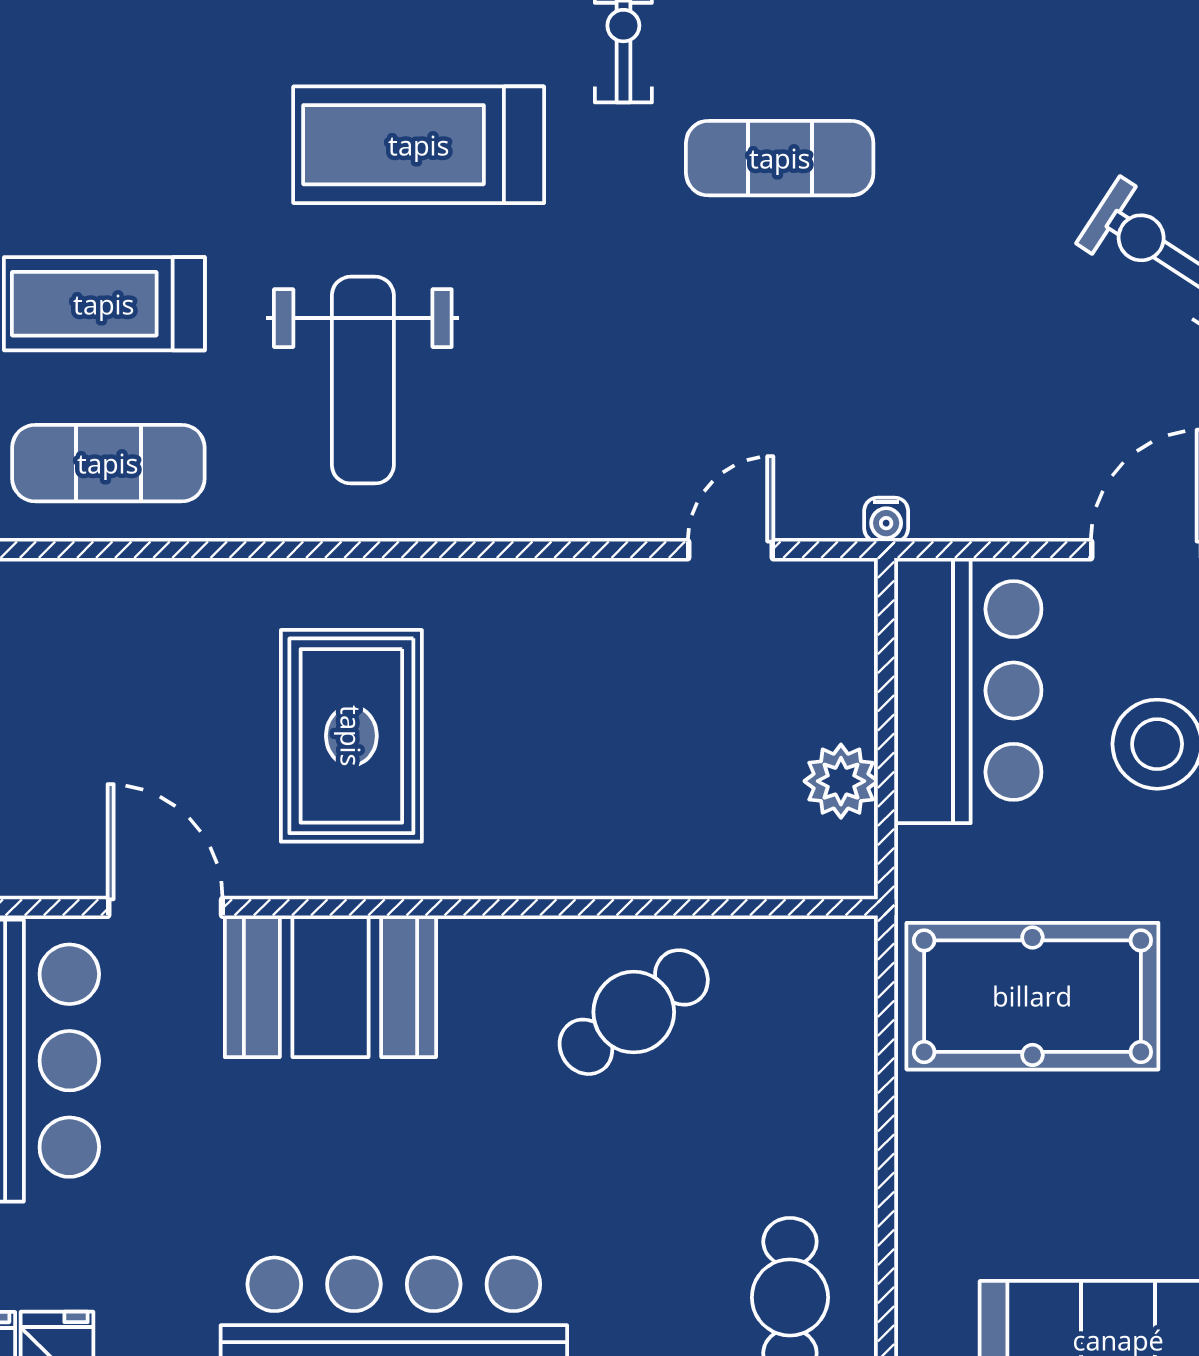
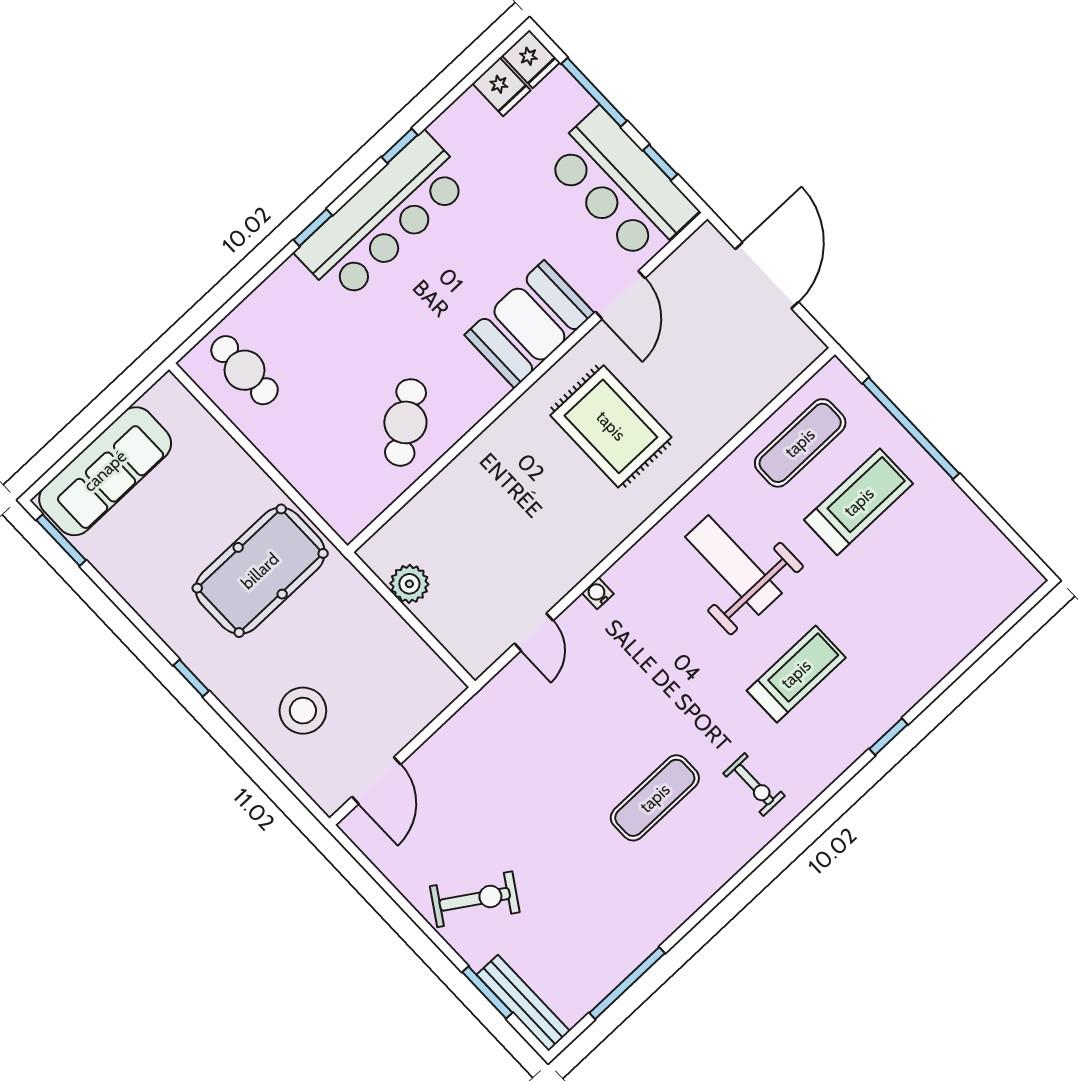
treadmill: (419, 145) -> (796, 674), width x0.73, depth x0.73
water cooler: (886, 520) -> (598, 593), moved
bar counter: (968, 690) -> (394, 663), removed
door: (165, 907) -> (620, 295), hinge flipped

